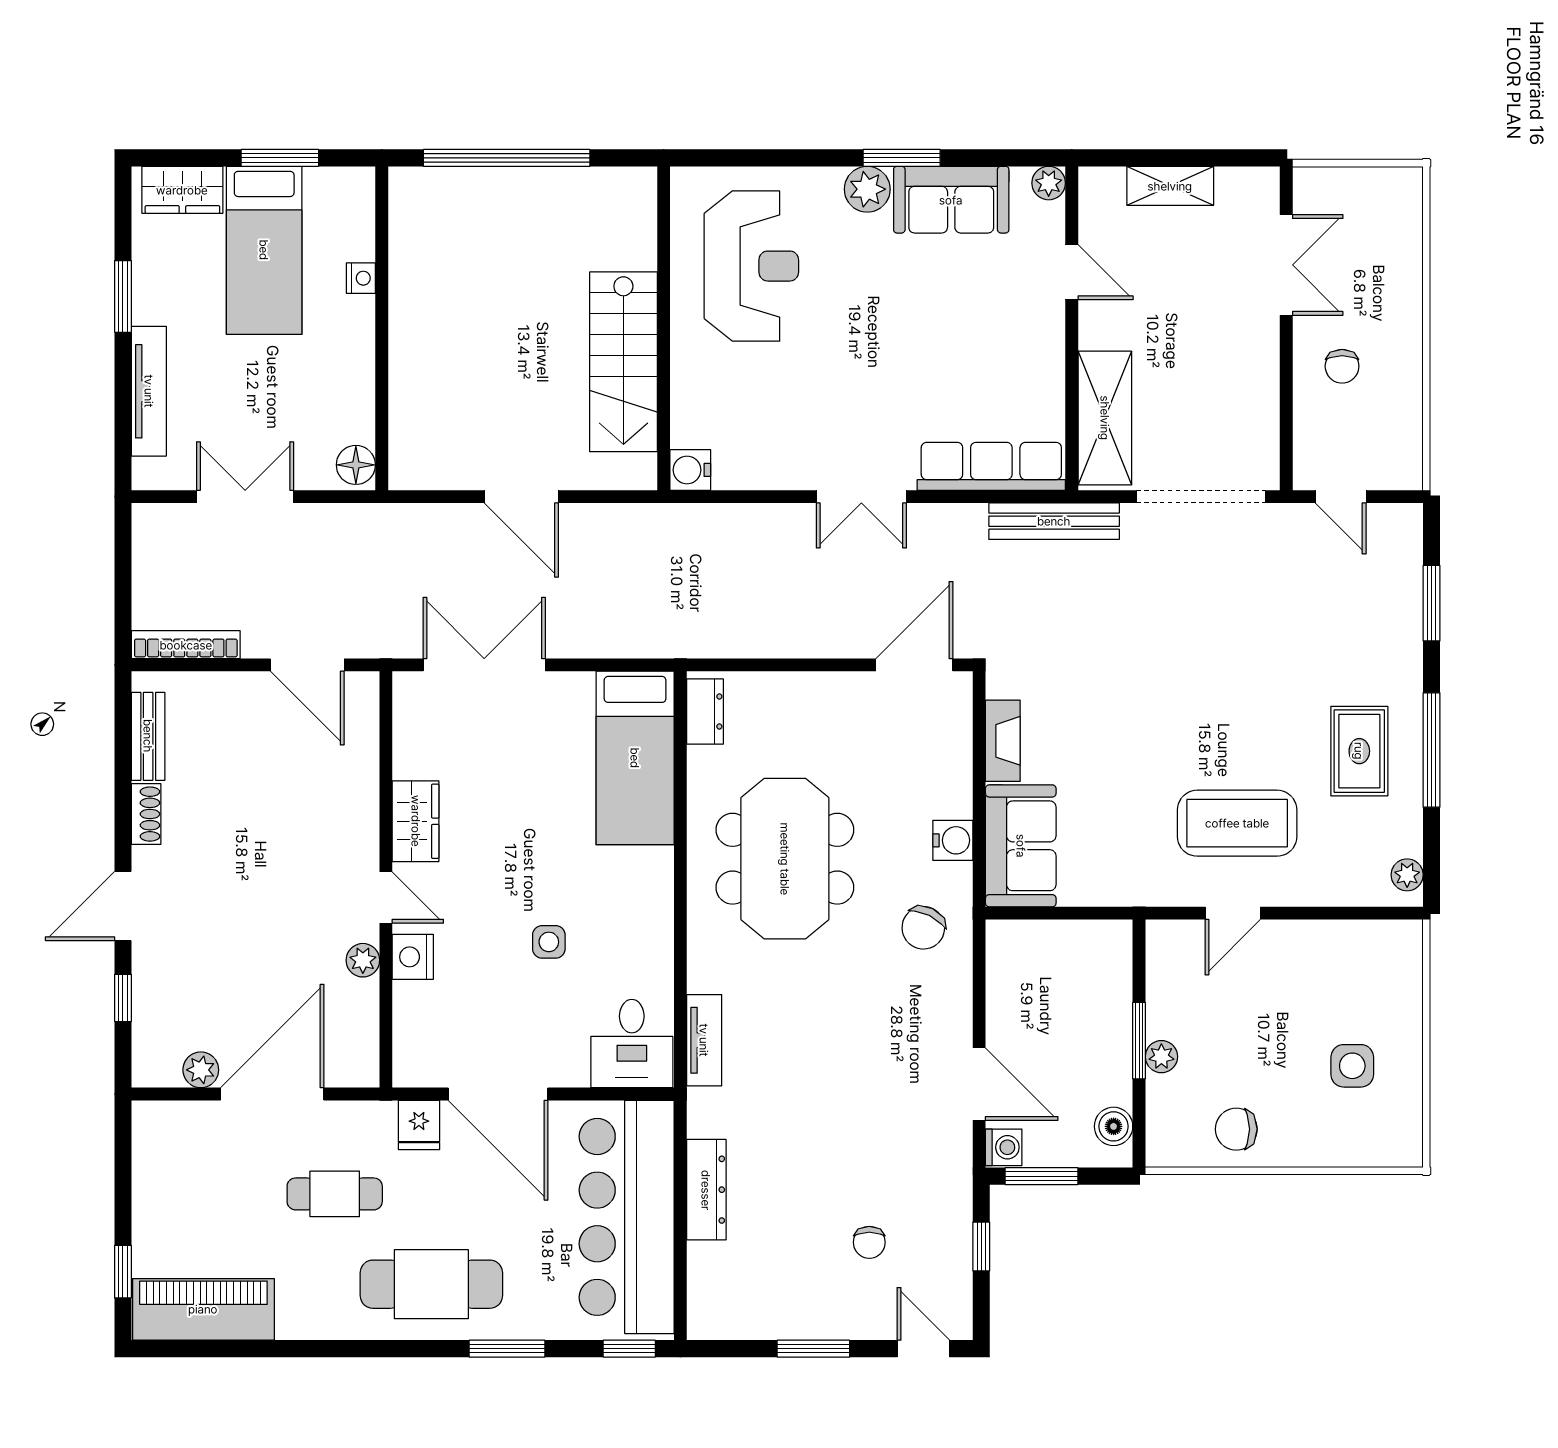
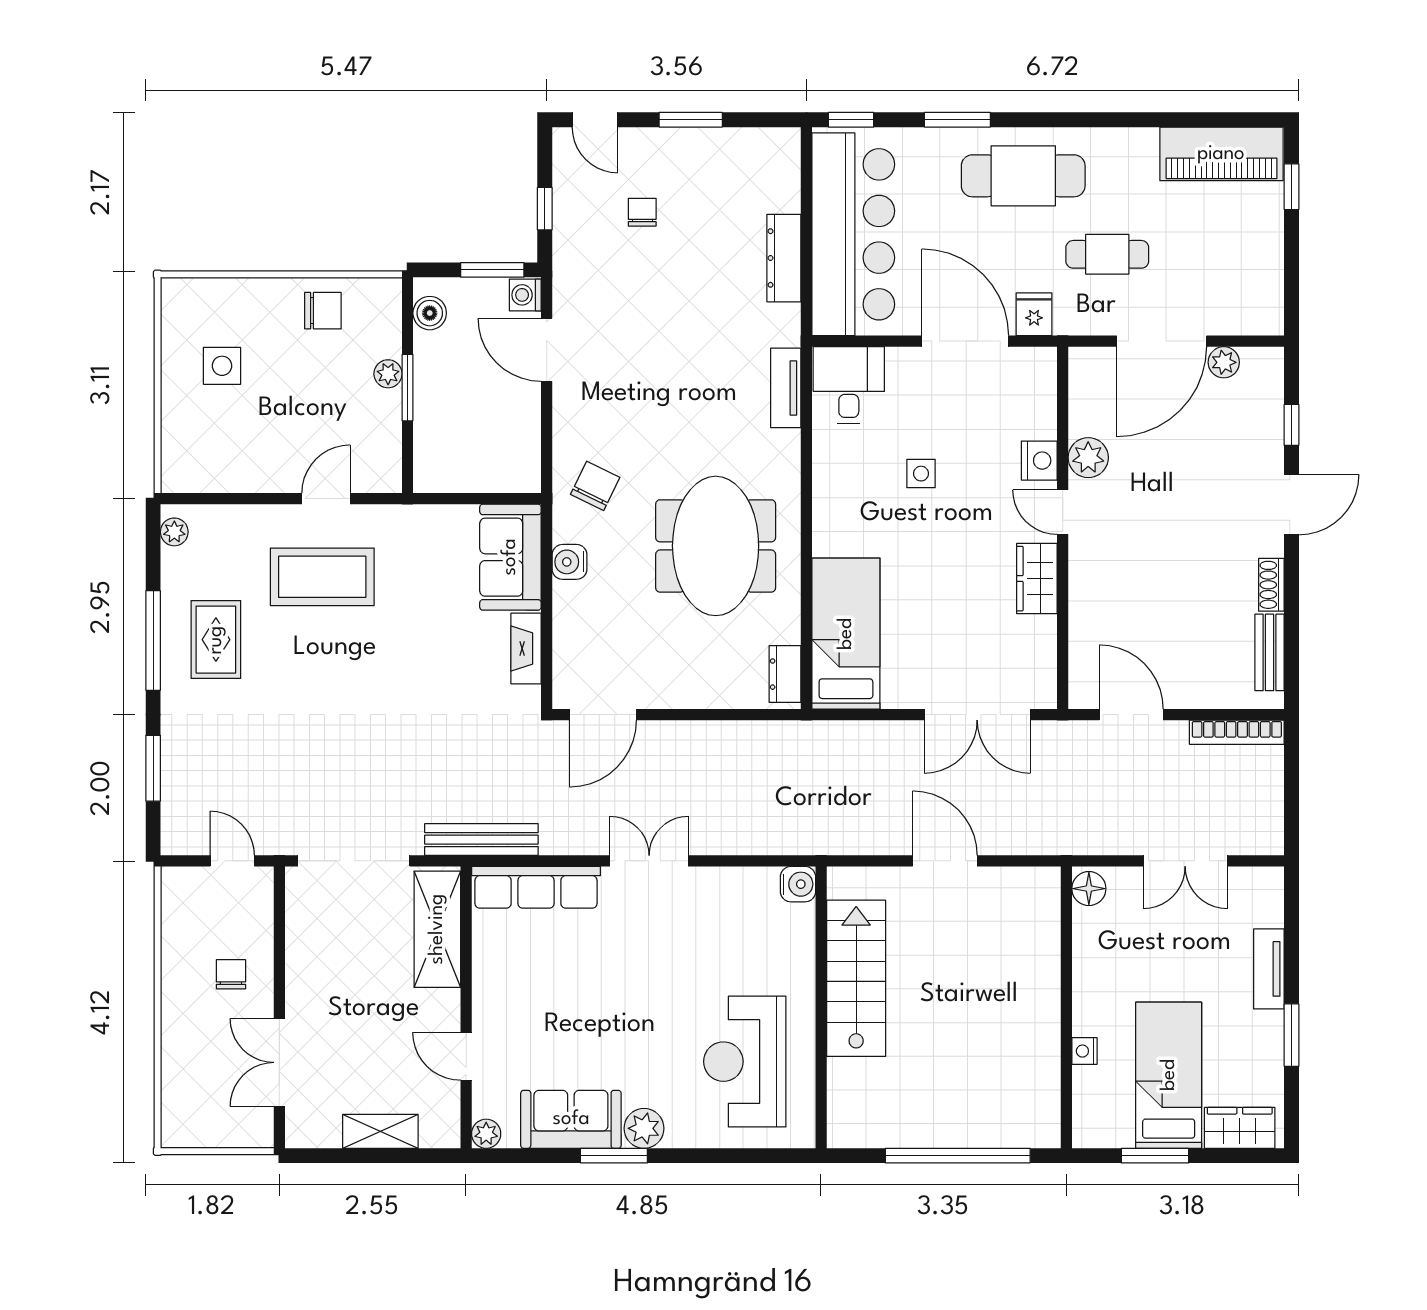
tv unit: (149, 391) -> (1269, 969), width x0.71
plant: (363, 960) -> (1088, 458), width x1.38, depth x1.38

